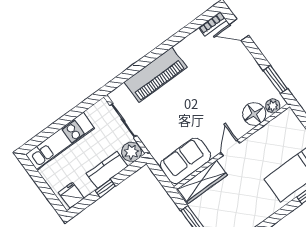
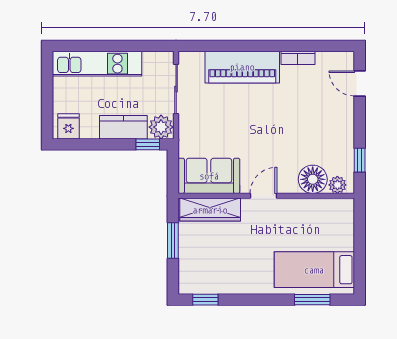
bookcase: (213, 24) -> (298, 58), moved
window: (275, 79) -> (360, 160), width x0.67
window: (105, 188) -> (148, 144), moved

